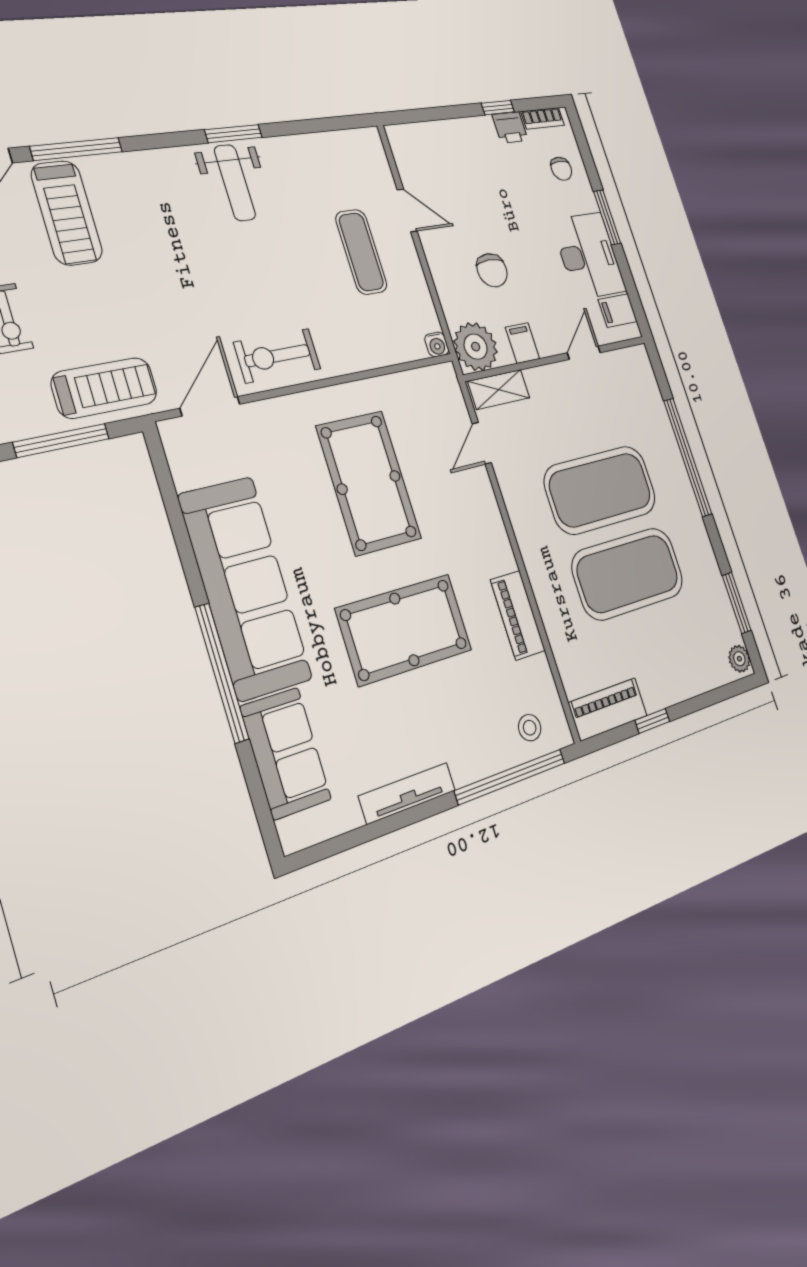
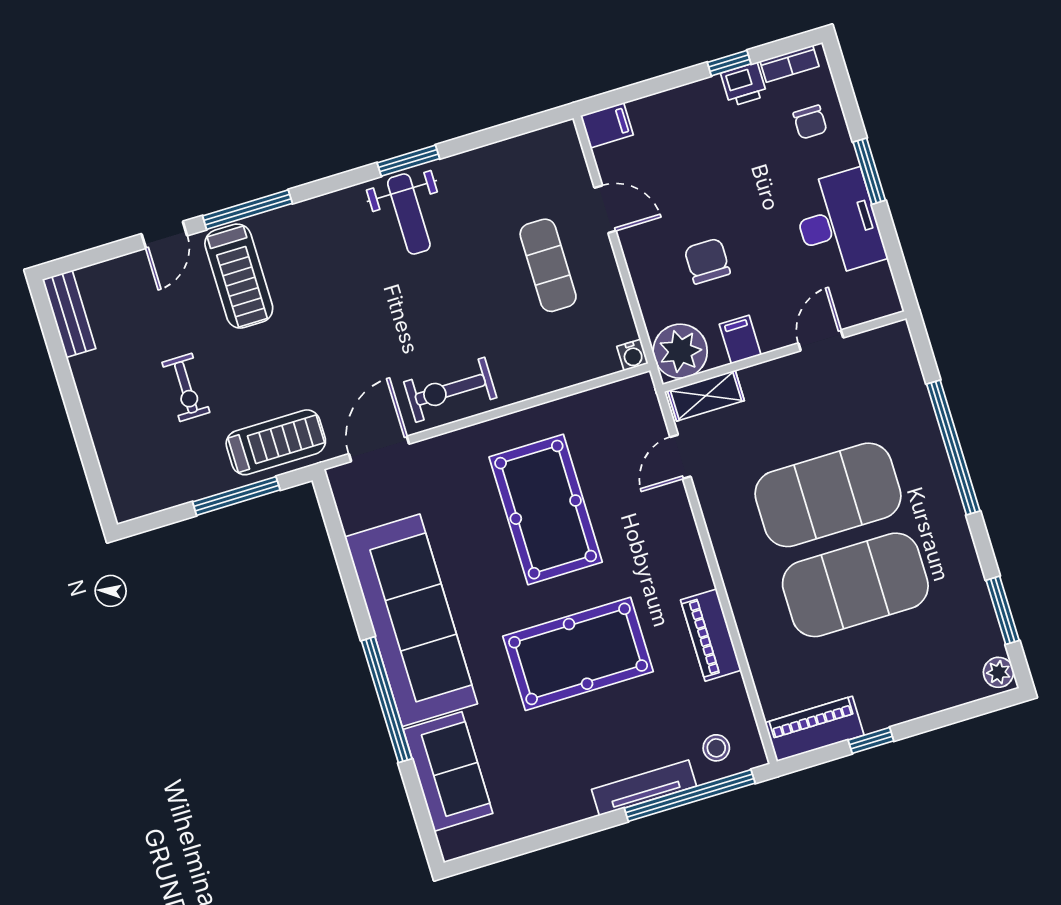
chair: (492, 270) -> (707, 261), turned 180
filing cabinet: (618, 310) -> (607, 125), moved, turned 180
tv unit: (407, 793) -> (644, 788), moved

